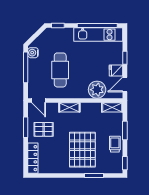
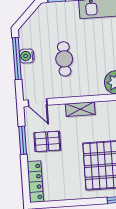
water cooler: (33, 53) -> (27, 56), moved
cafe table: (60, 70) -> (64, 59), width x0.73, depth x0.74

